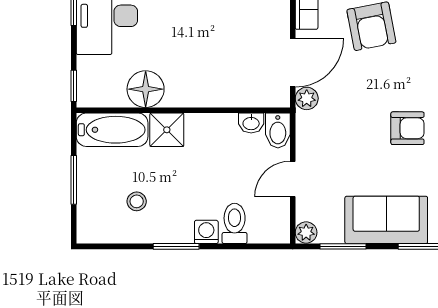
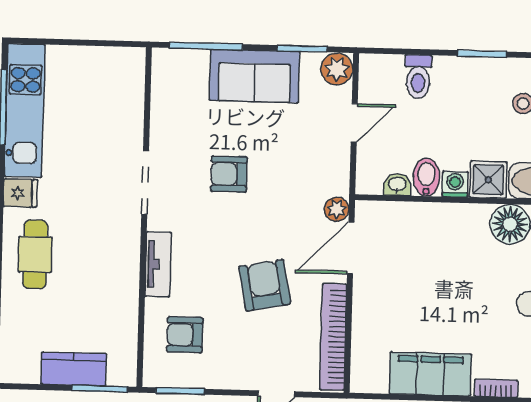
bidet: (278, 131) -> (426, 177), moved
washing machine: (206, 232) -> (455, 184), moved, turned 180
plant: (306, 232) -> (337, 69), width x1.38, depth x1.38

